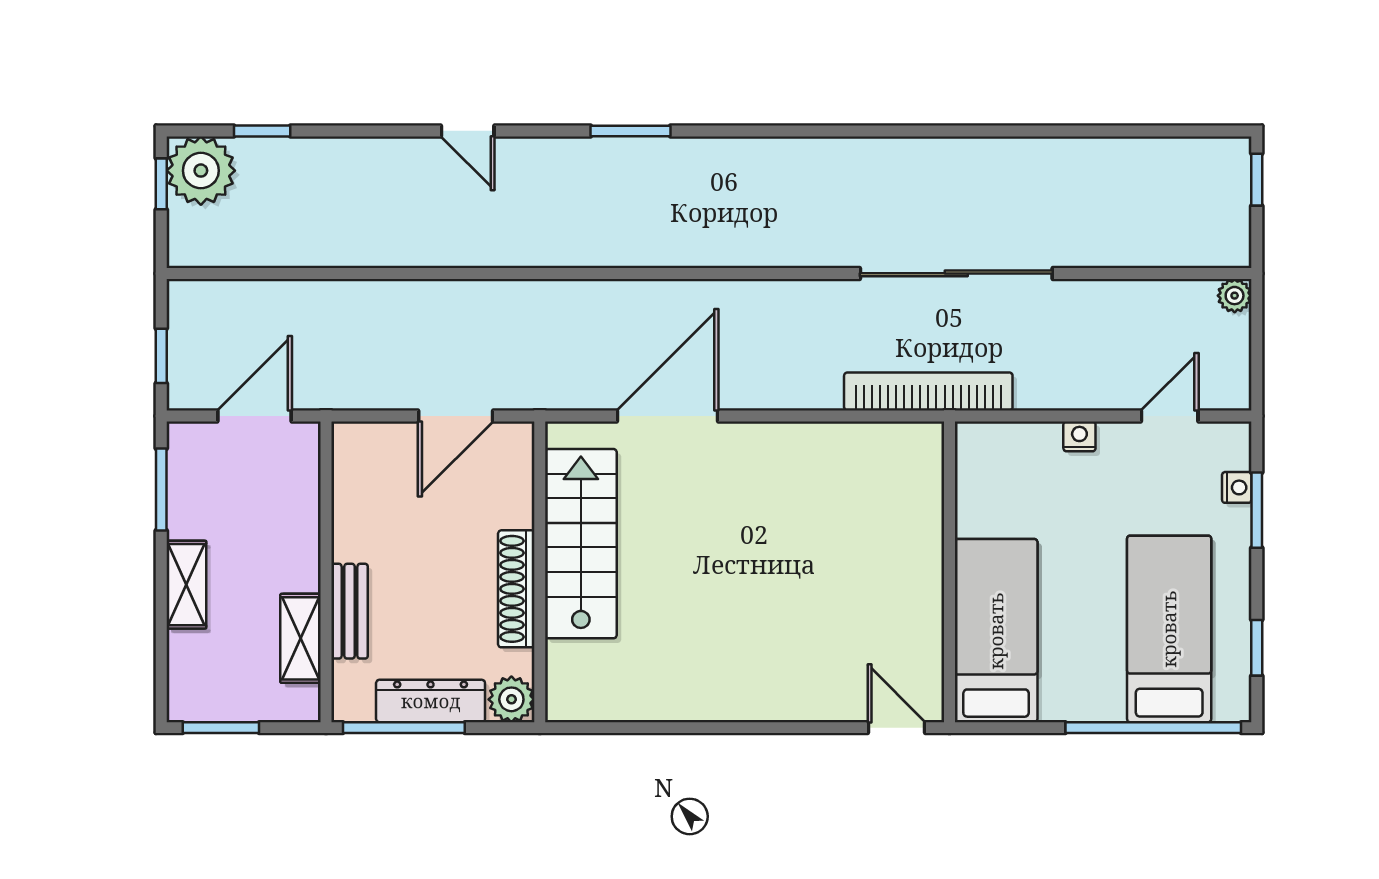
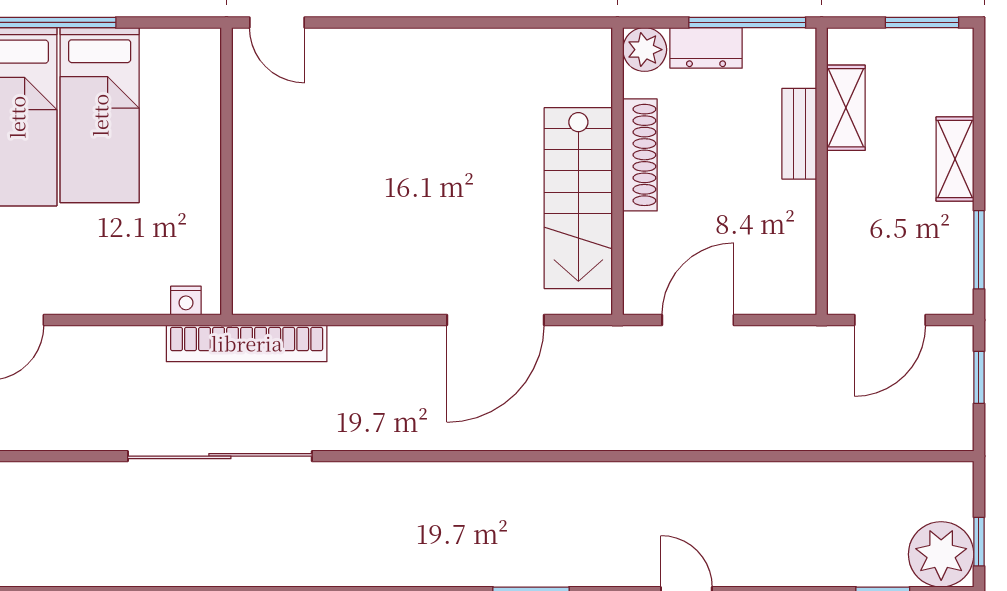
nightstand: (1079, 436) -> (186, 301), moved
bed: (996, 631) -> (100, 115), moved
dresser: (431, 701) -> (706, 48), width x0.70

